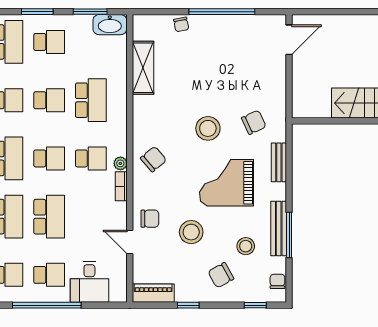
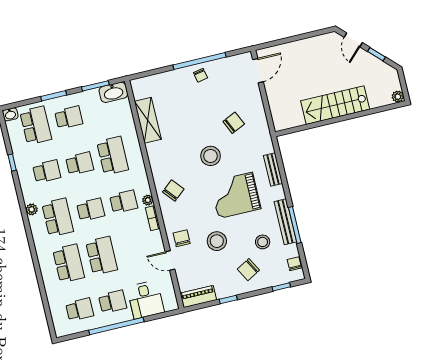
chair: (181, 24) -> (200, 75), moved
chair: (254, 122) -> (234, 123), moved
chair: (150, 219) -> (182, 238), turned -90

